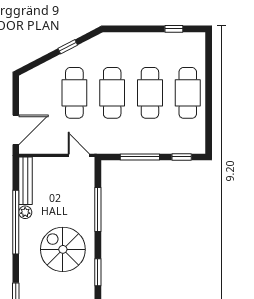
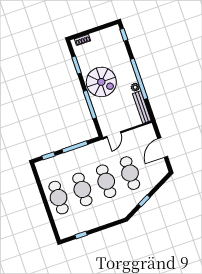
door: (16, 130) -> (163, 148), moved
door: (79, 155) -> (114, 135), hinge flipped
spiral stairs: (63, 249) -> (101, 82), moved

